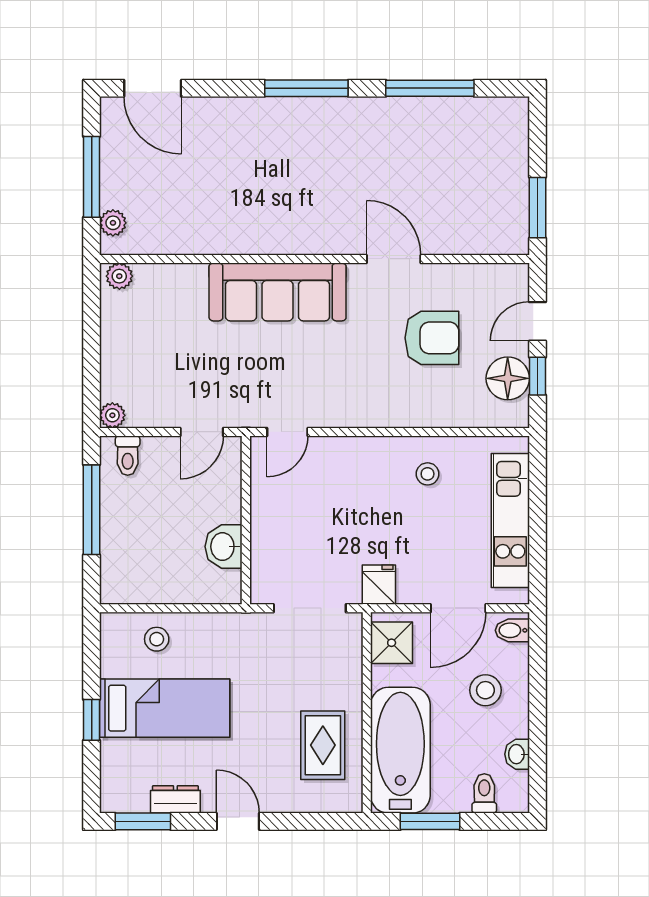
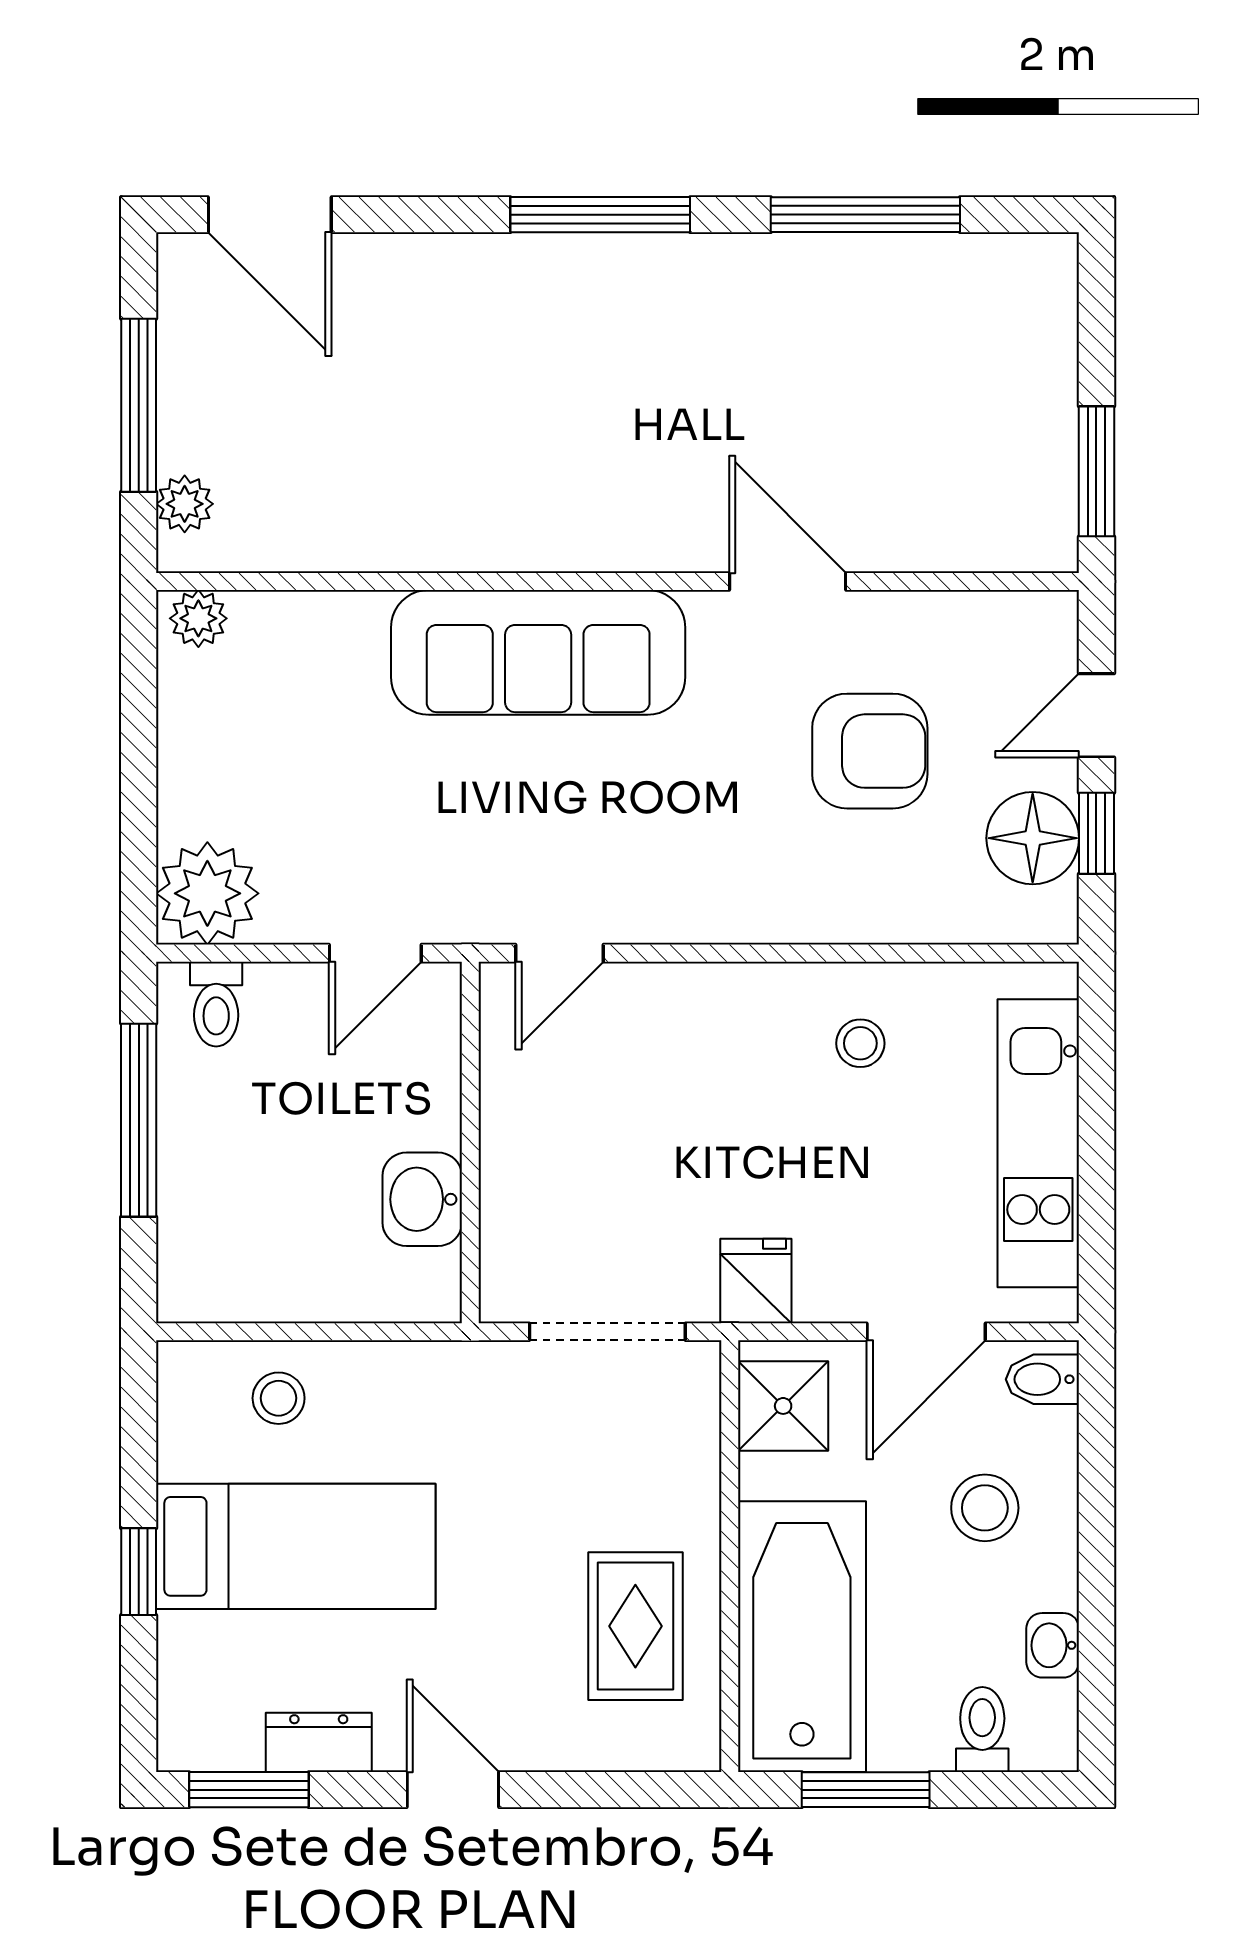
plant: (112, 415) -> (207, 893), width x1.87, depth x1.87

